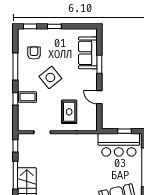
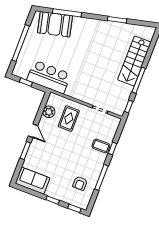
sofa: (88, 53) -> (33, 181), moved, turned -90
side table: (50, 77) -> (74, 156), removed
door: (99, 97) -> (33, 131), moved
plant: (91, 111) -> (49, 112), added
bar counter: (119, 145) -> (49, 77), moved

